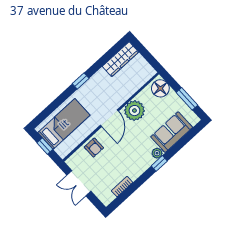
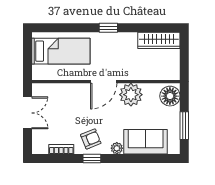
window: (45, 146) -> (27, 55), removed
armchair: (94, 148) -> (91, 139), moved, turned -112
window: (159, 163) -> (92, 159), moved
double door: (79, 183) -> (27, 113), swing flipped

